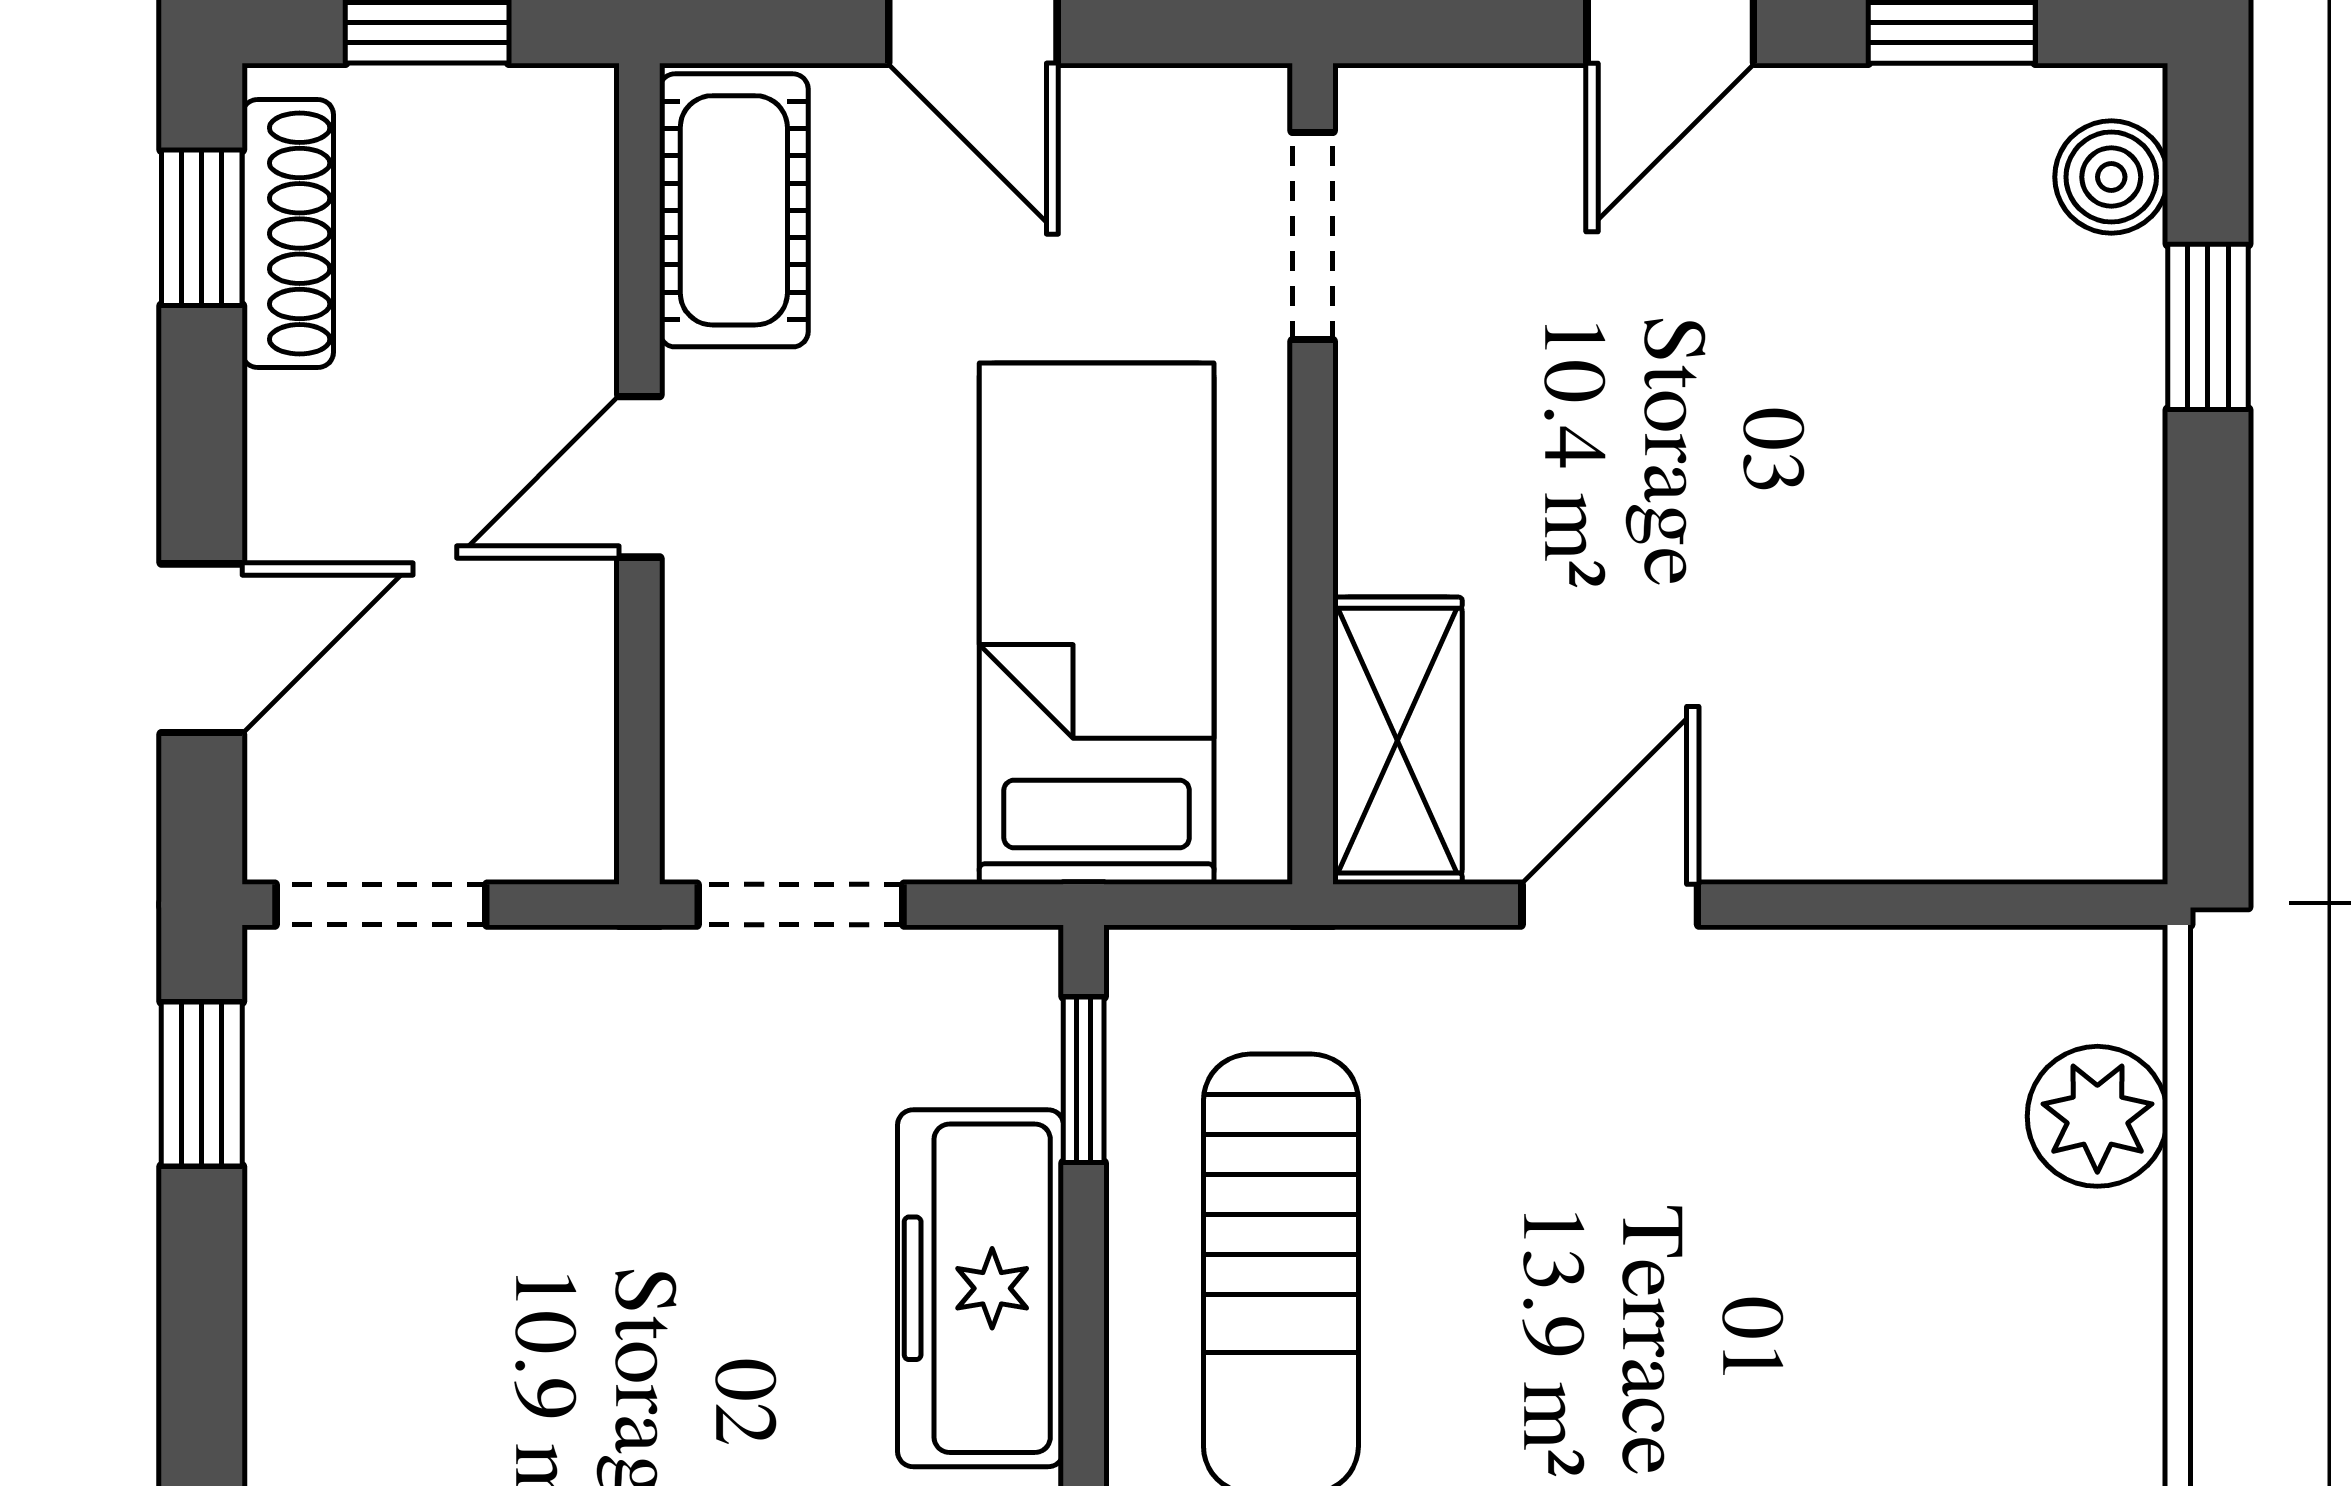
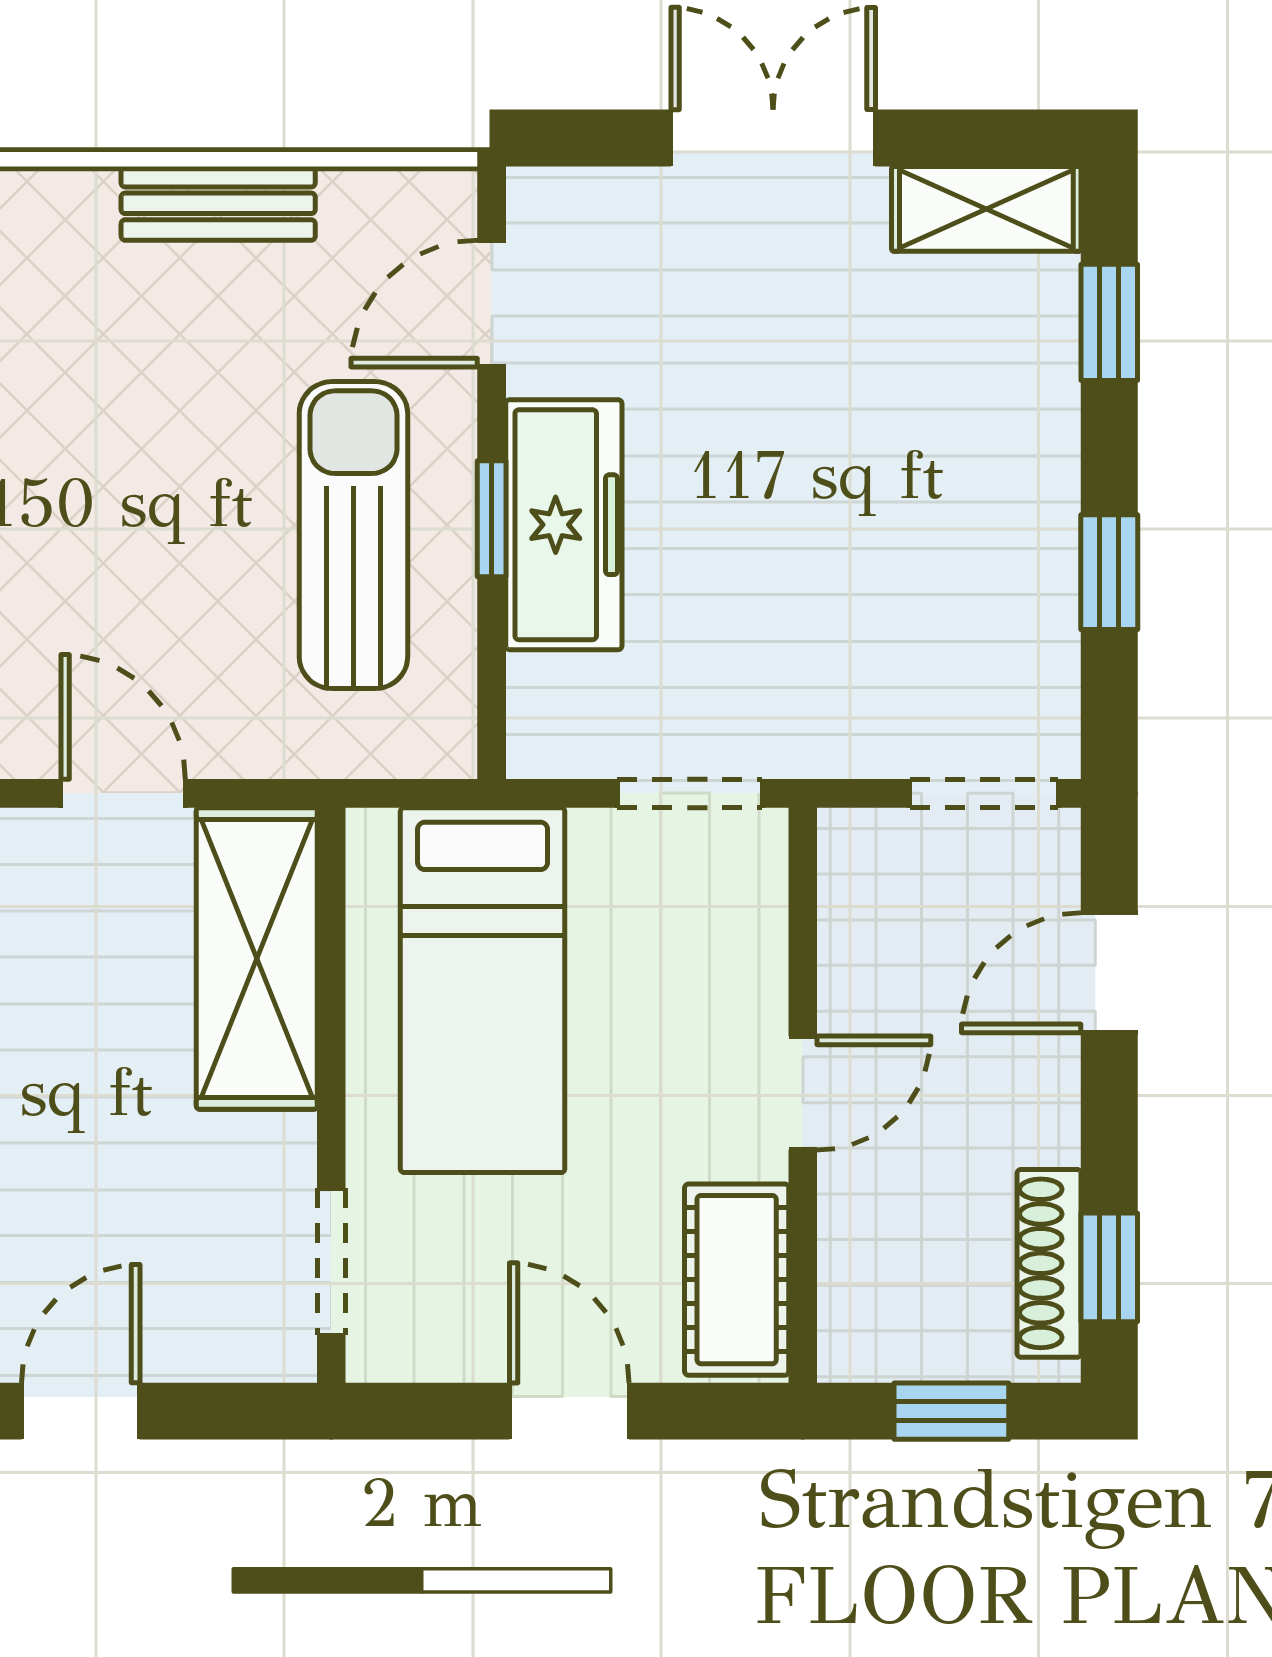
shelving: (1397, 741) -> (257, 958), width x1.50, depth x1.33
door: (1610, 905) -> (123, 793), swing flipped
window: (1084, 1080) -> (492, 519), moved
window: (202, 1084) -> (1109, 572), moved

